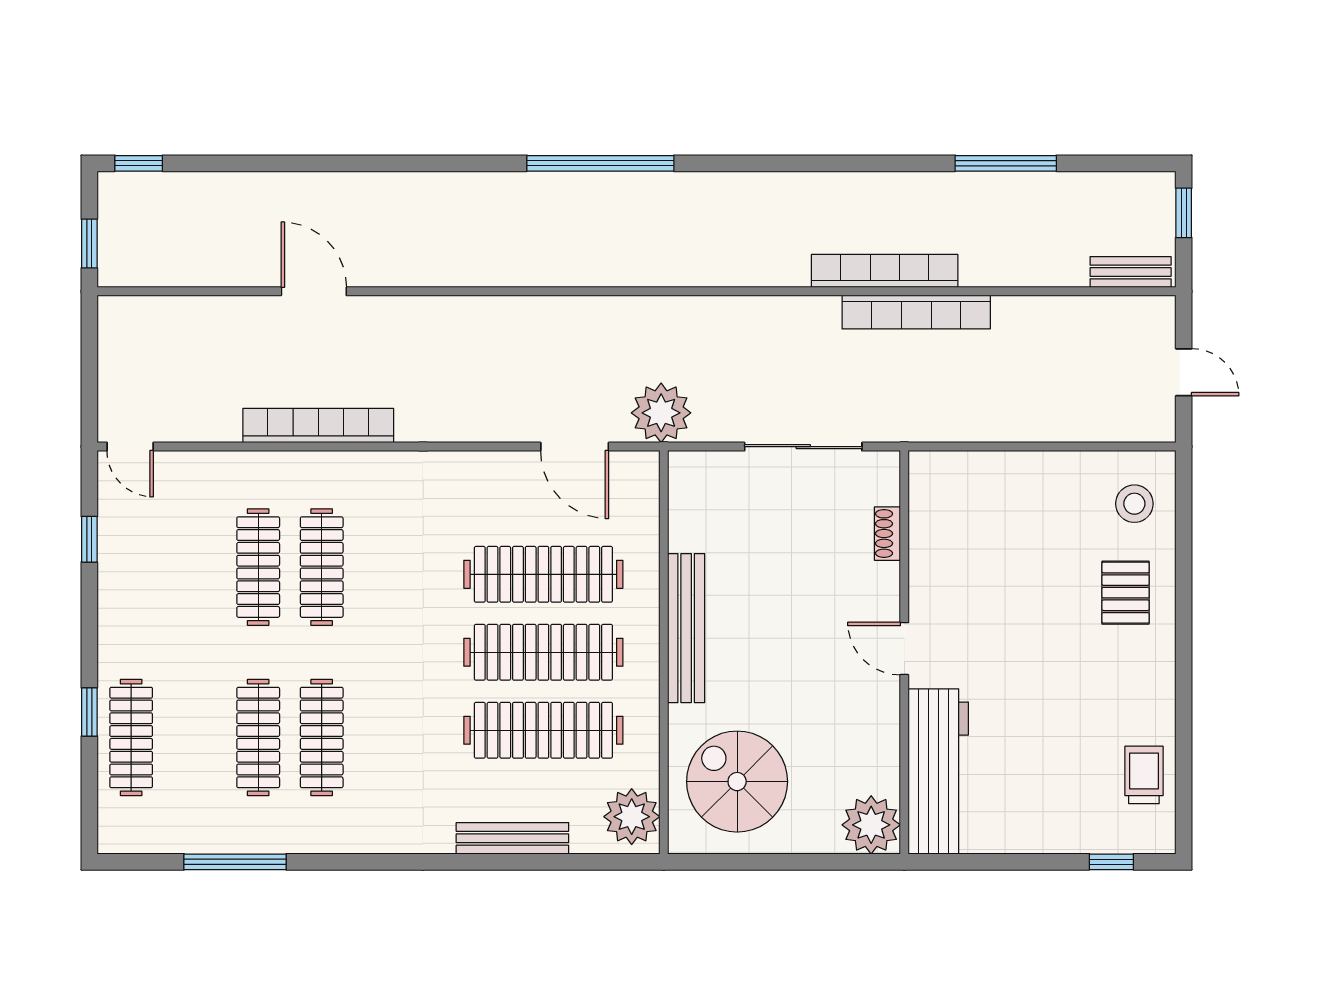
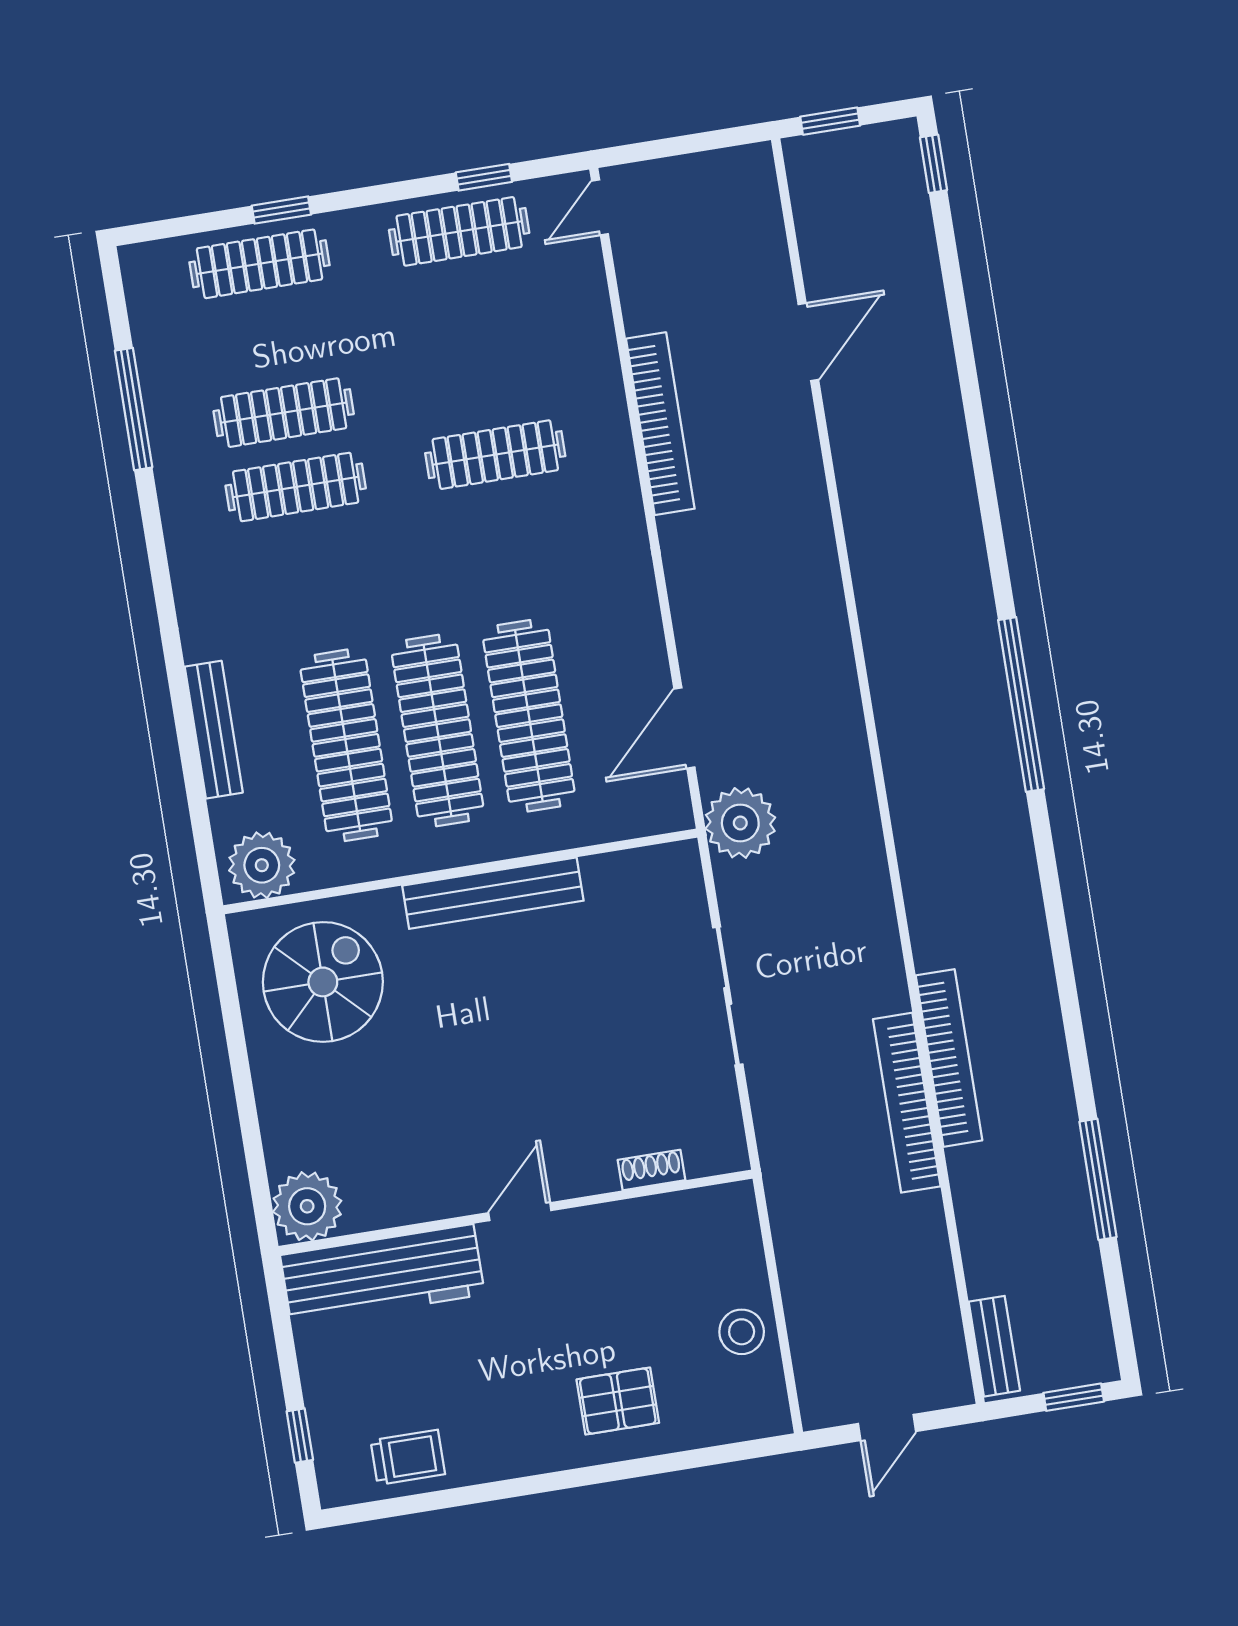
door: (314, 291) -> (808, 342), moved
stool: (1134, 504) -> (742, 1332), moved
shoe rack: (887, 534) -> (651, 1170), moved
clothes rail: (258, 567) -> (459, 231), moved
door: (904, 649) -> (520, 1212), moved
wall: (904, 652) -> (516, 1212), moved
workbench: (938, 771) -> (382, 1275), moved
plant: (871, 825) -> (307, 1206), moved

